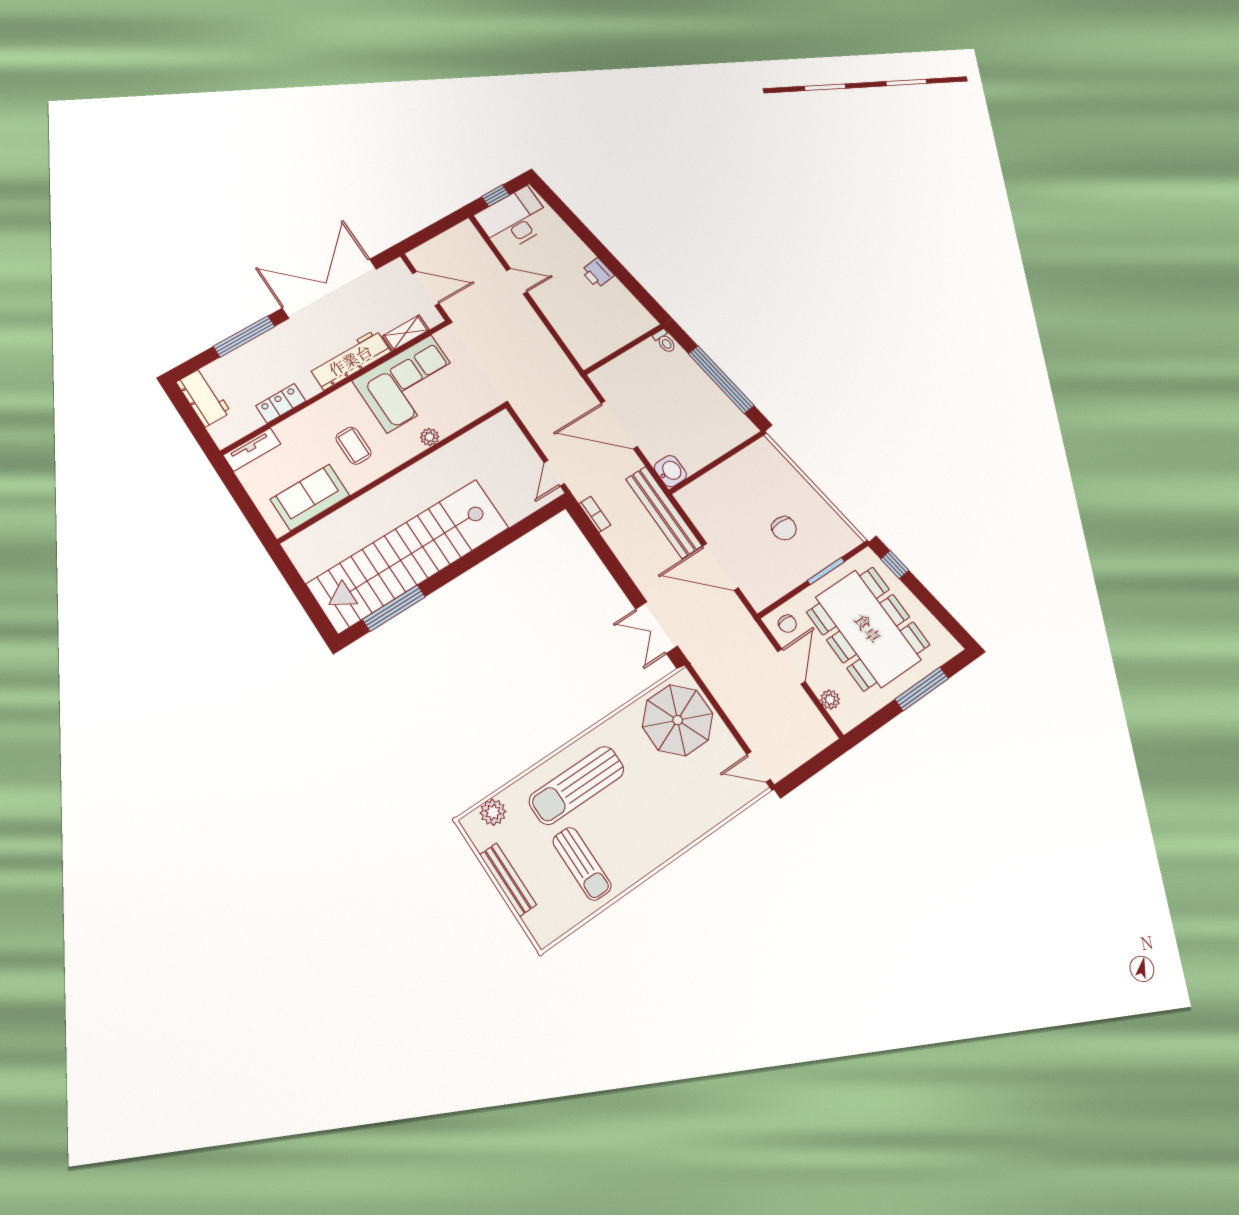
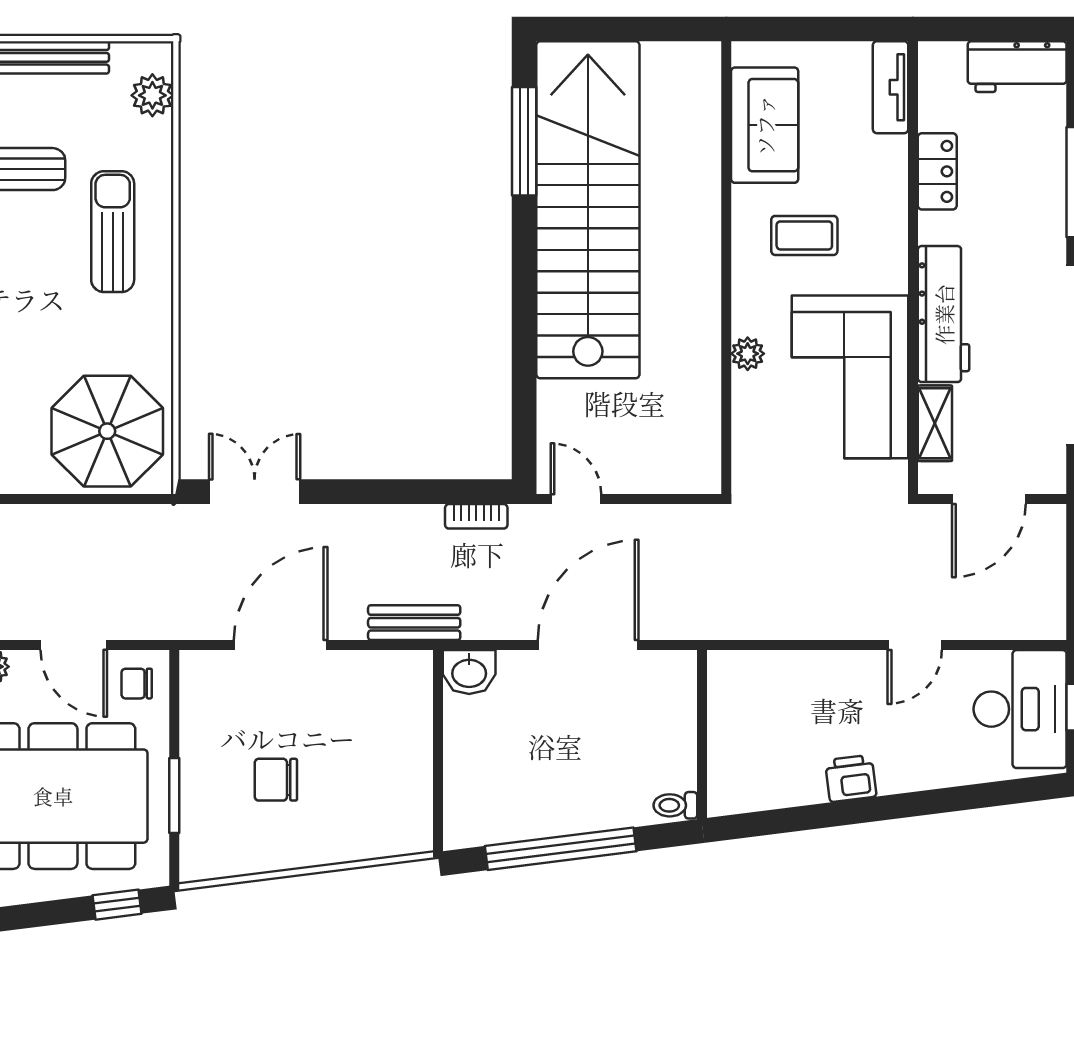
bench: (664, 512) -> (414, 623), width x0.54, depth x0.82
sun lounger: (577, 785) -> (113, 232), width x0.73, depth x0.75

